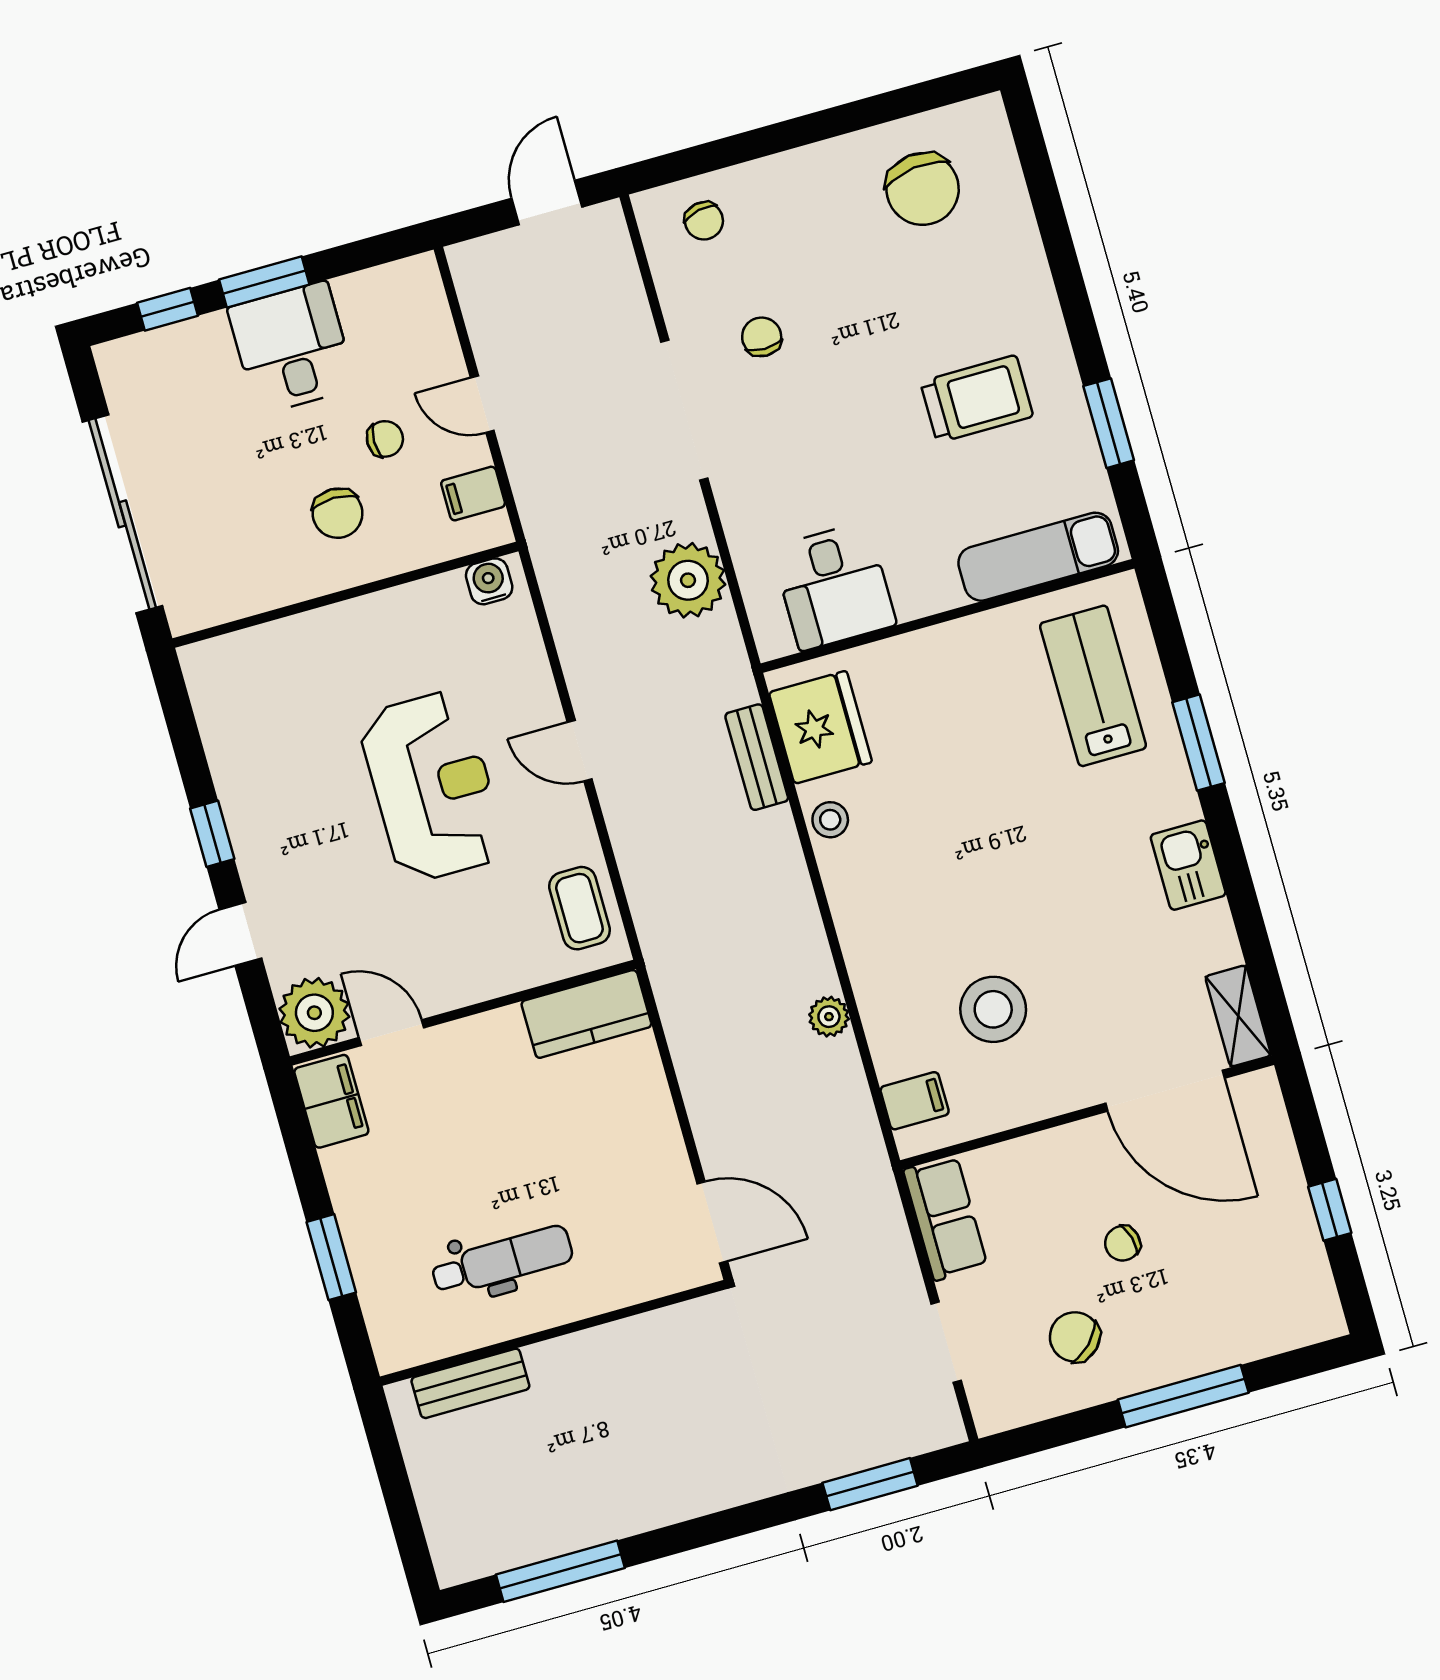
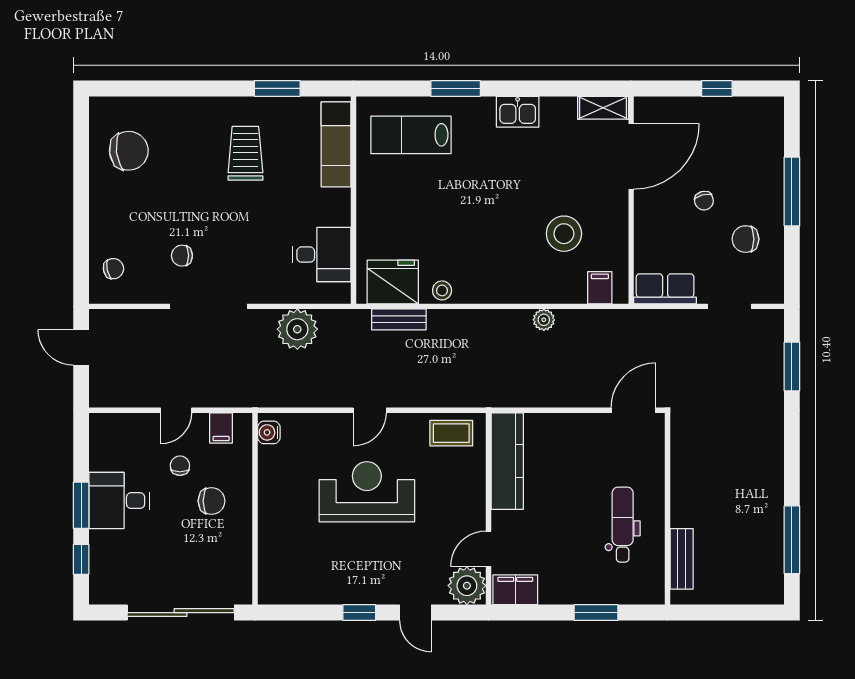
kitchen counter: (586, 1014) -> (507, 461), width x1.50
chair: (1075, 1337) -> (745, 239), turned 45

